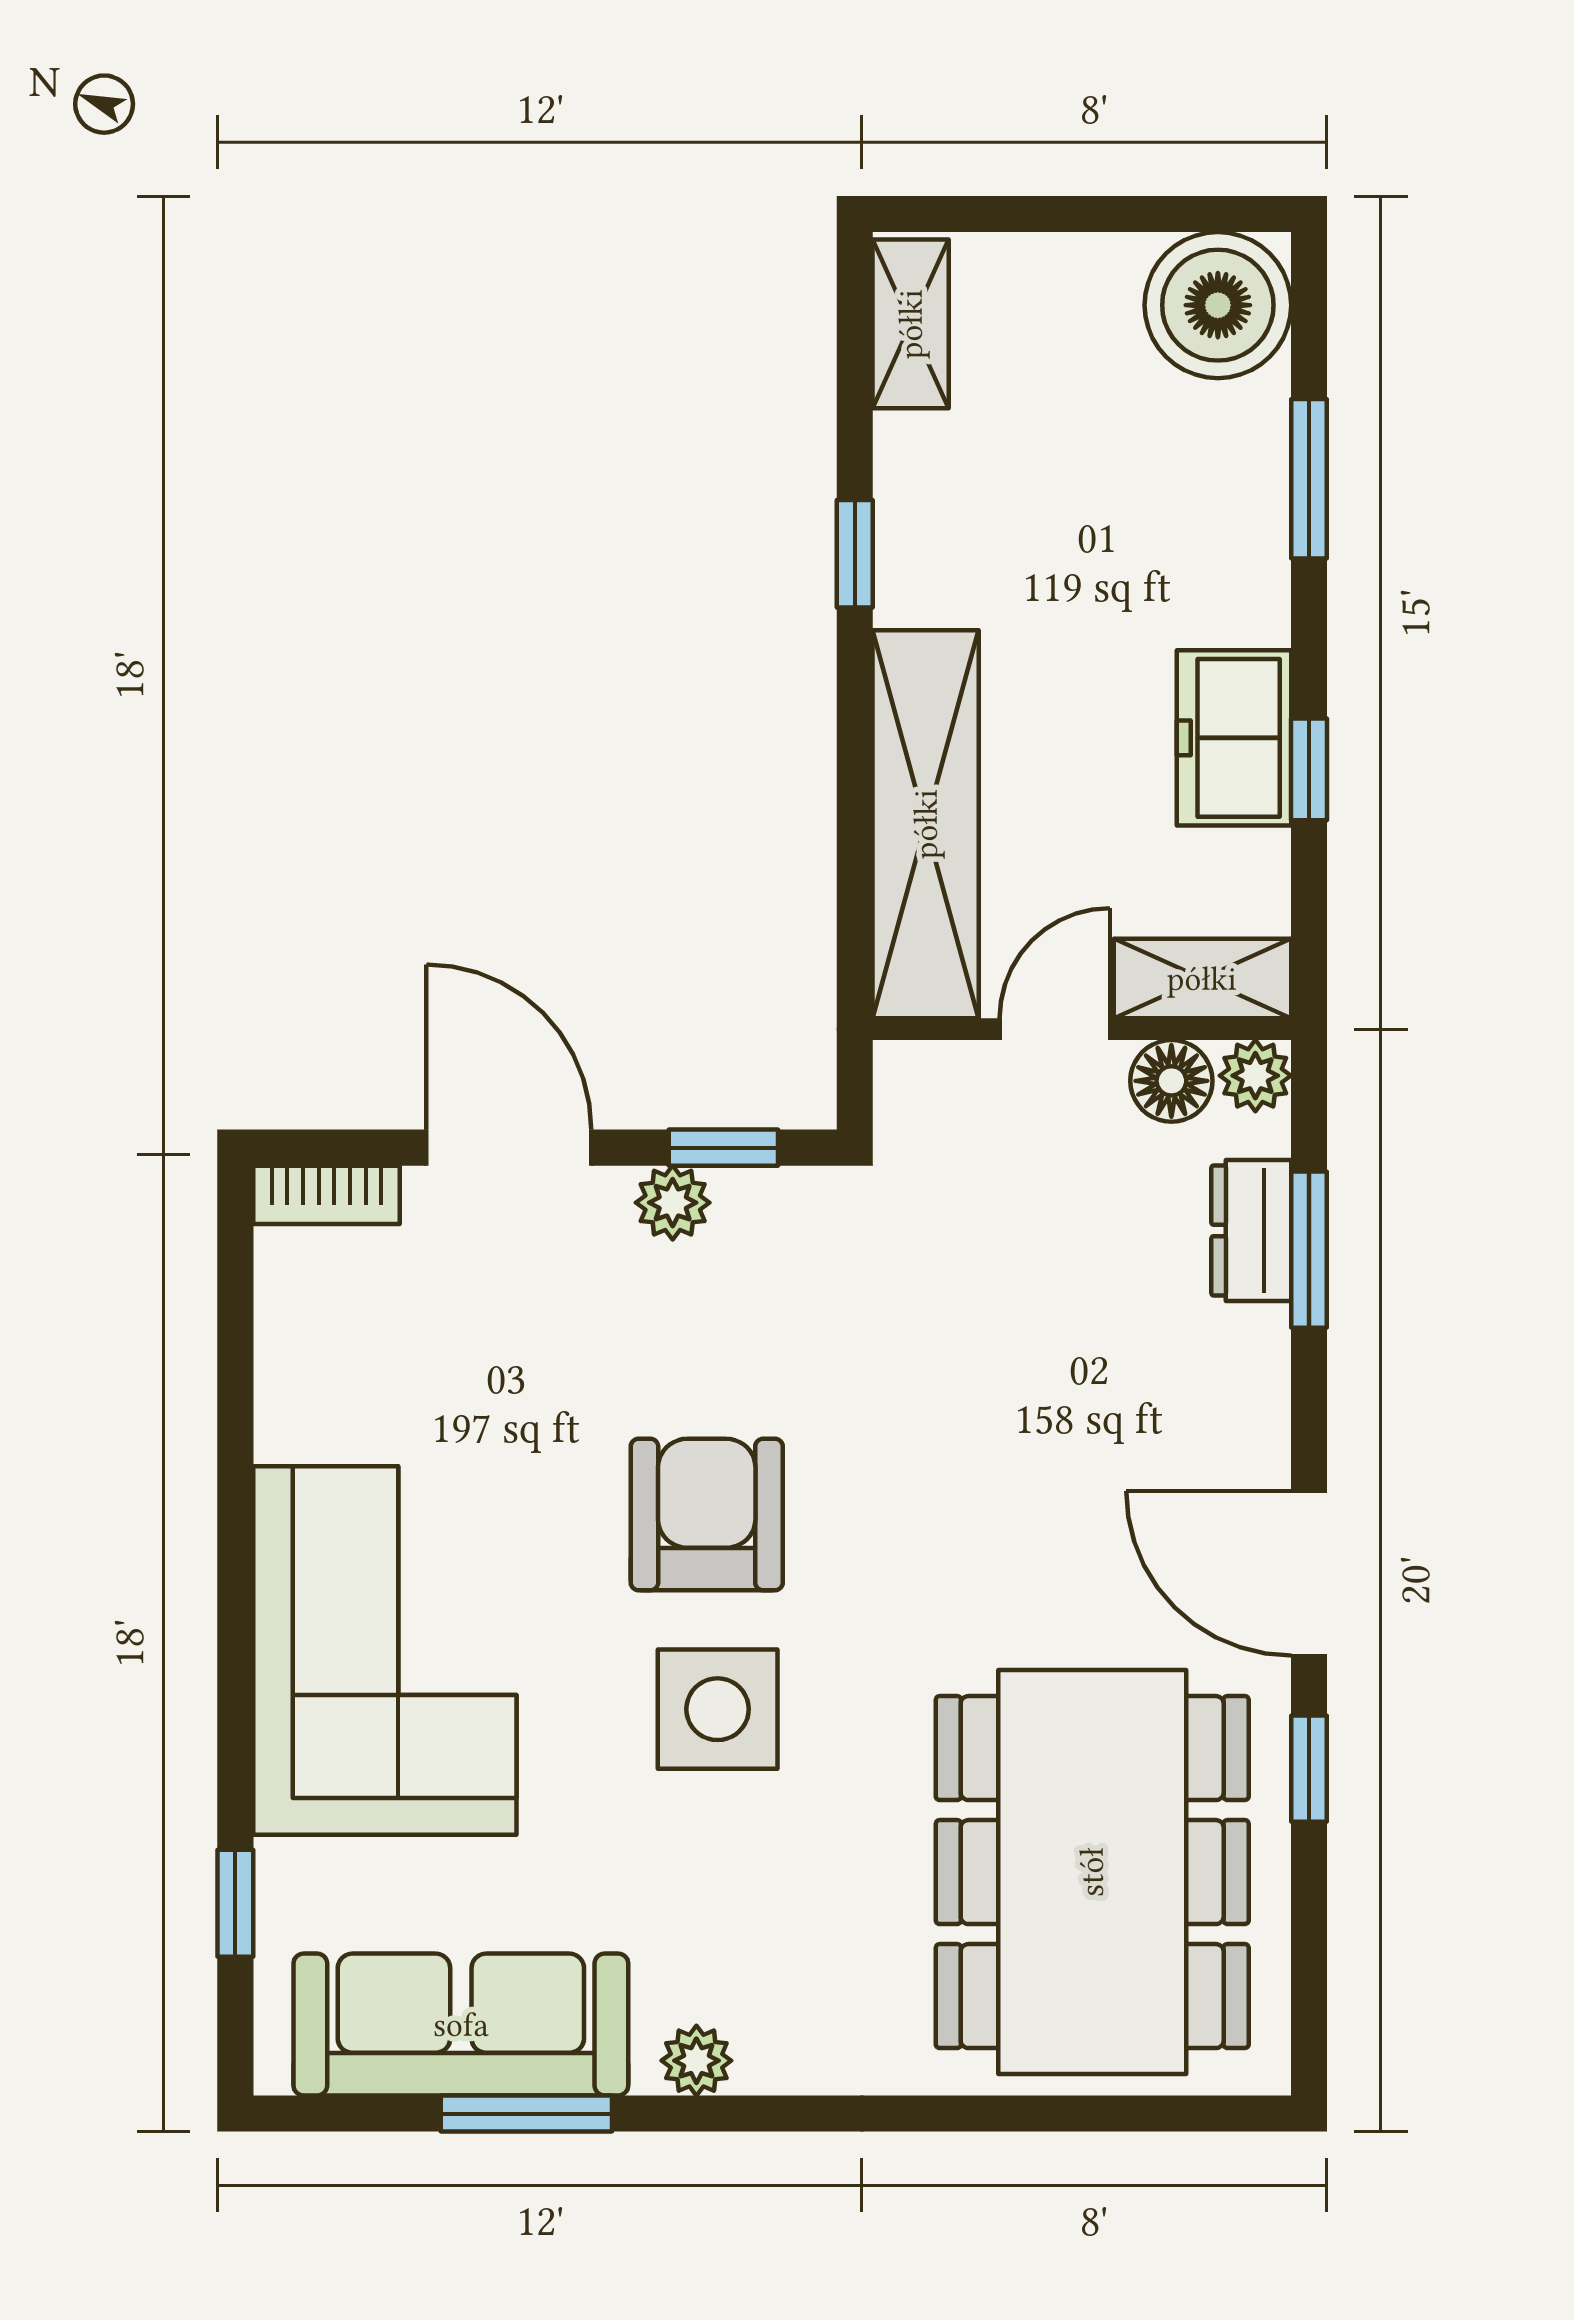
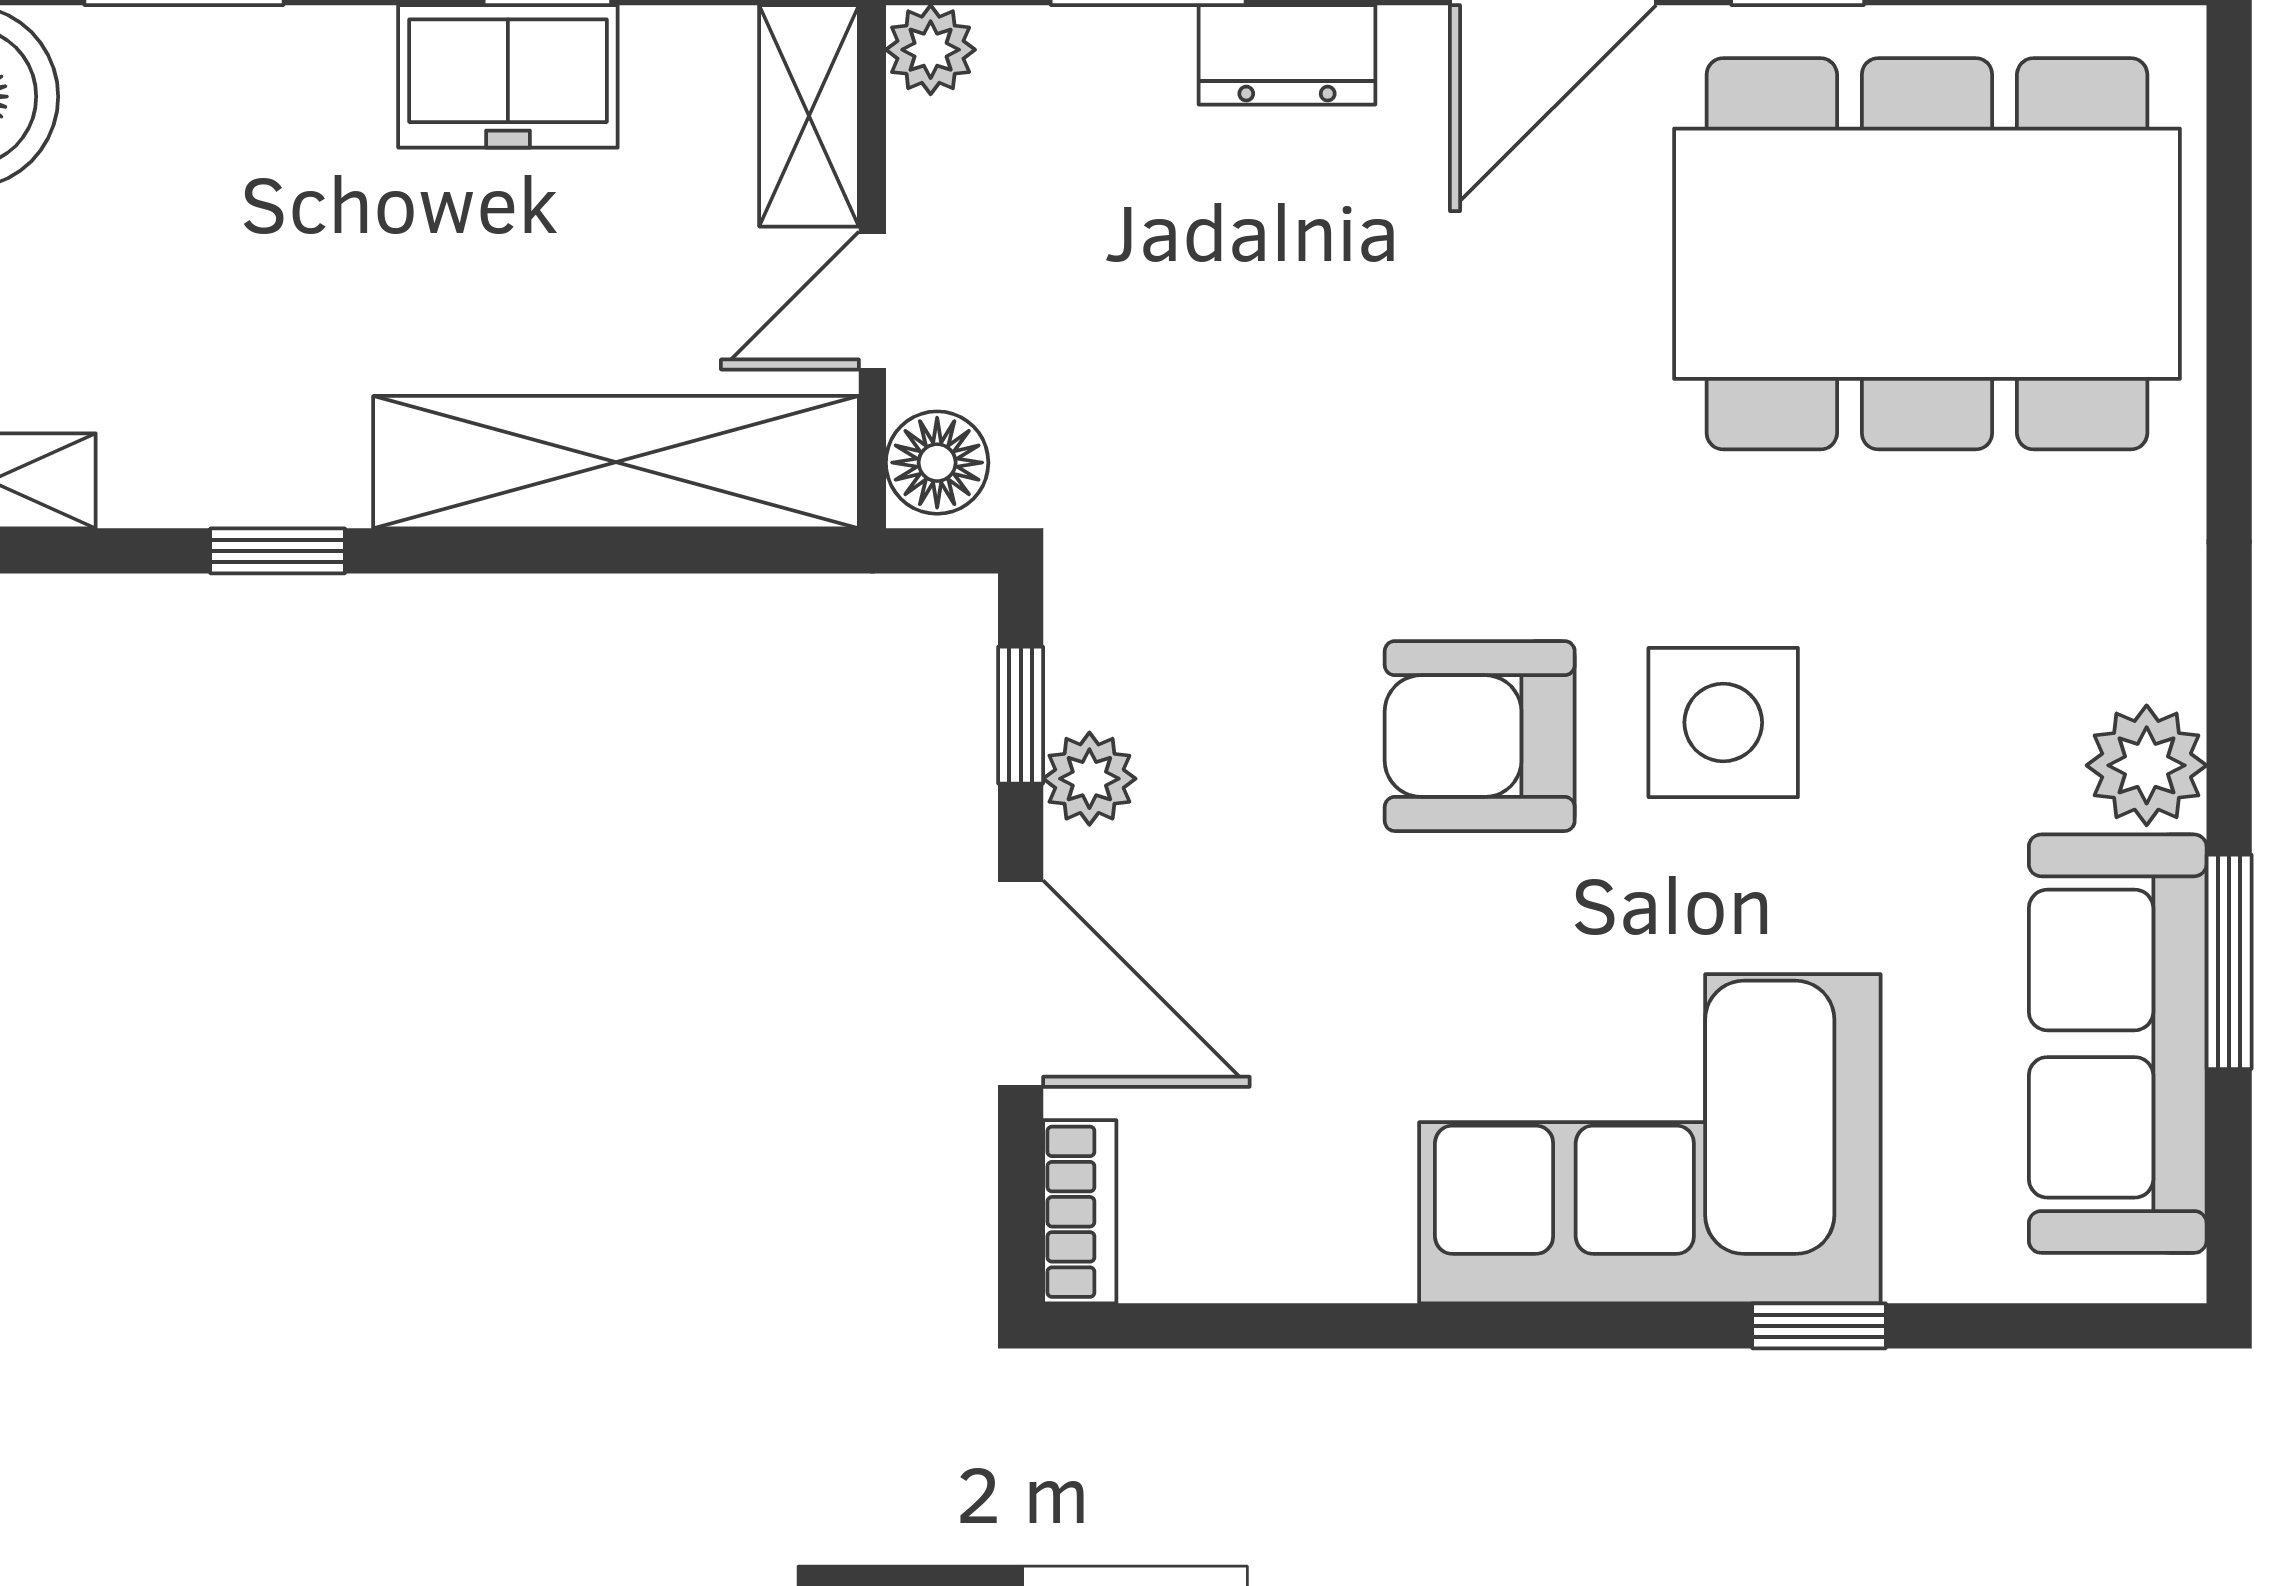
door: (1055, 1029) -> (872, 301), hinge flipped
floor lamp: (1171, 1081) -> (937, 463), moved
door: (509, 1148) -> (1021, 984), swing flipped
dresser: (1251, 1230) -> (1287, 55), moved
window: (235, 1903) -> (1819, 1326), moved
plant: (696, 2061) -> (2147, 765), width x1.38, depth x1.38

